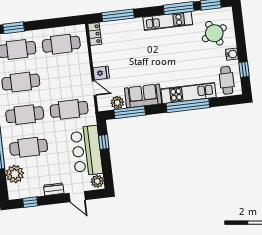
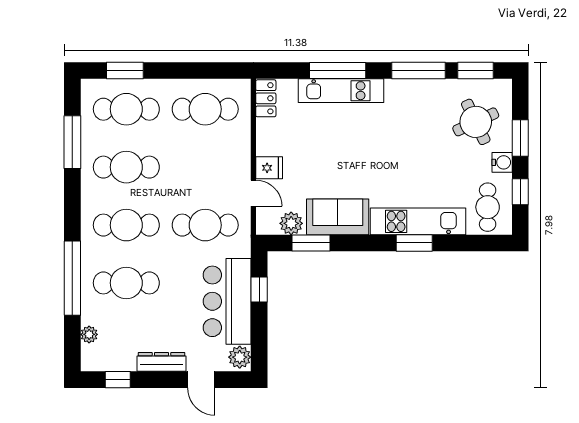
window: (118, 15) -> (338, 70), moved
kitchen unit: (168, 21) -> (341, 91), moved
window: (240, 39) -> (520, 138), added
window: (188, 105) -> (414, 243), width x0.47
window: (130, 112) -> (311, 243), width x0.69
plant: (15, 174) -> (89, 334), width x0.53, depth x0.53
dresser: (54, 189) -> (162, 362), width x1.44

